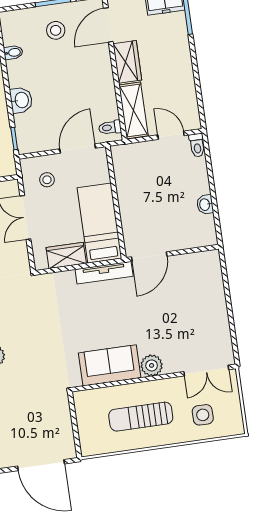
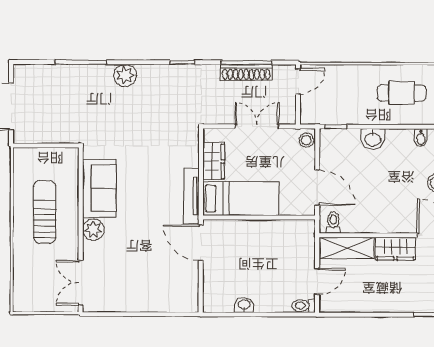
stool: (47, 180) -> (306, 140), moved
side table: (203, 415) -> (38, 273), removed

